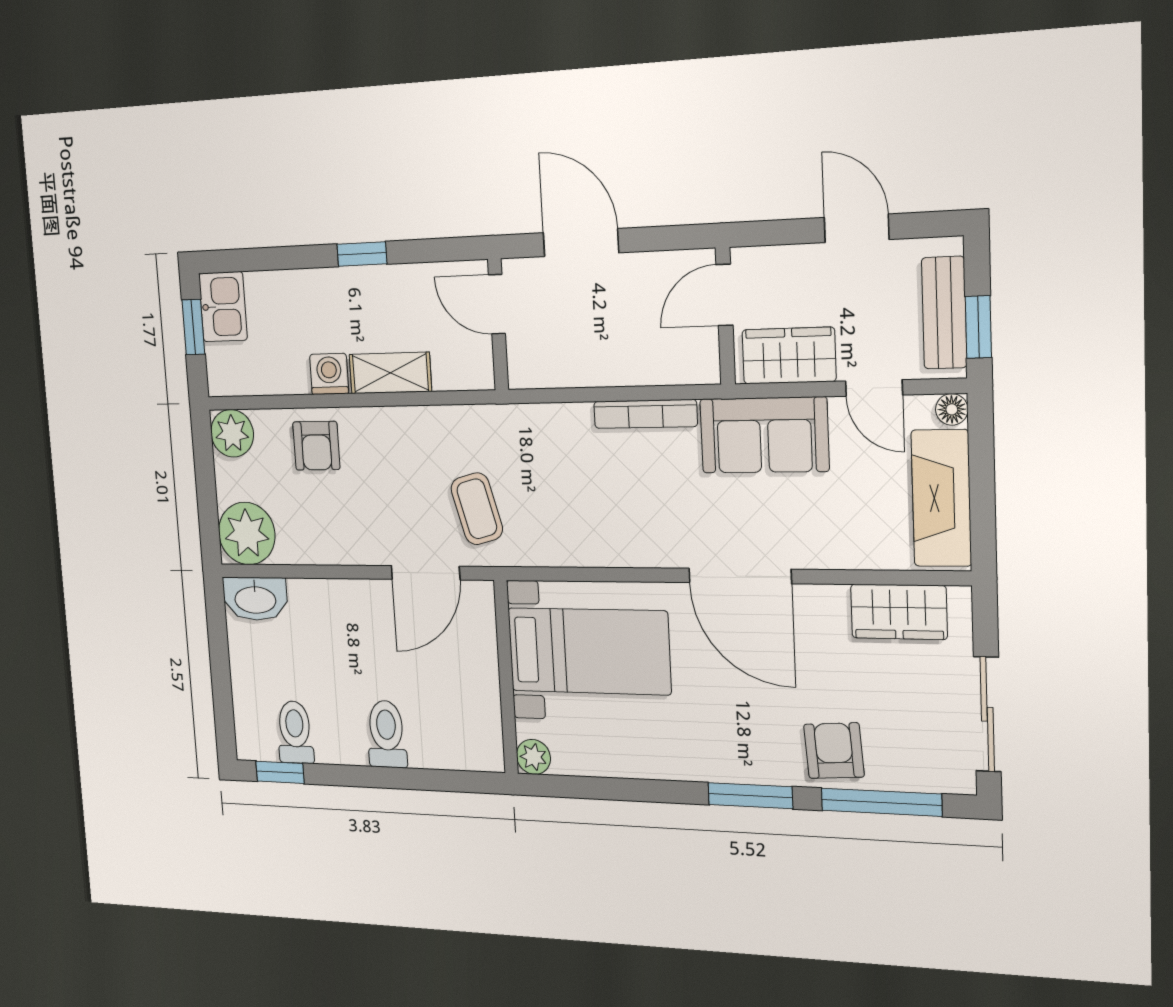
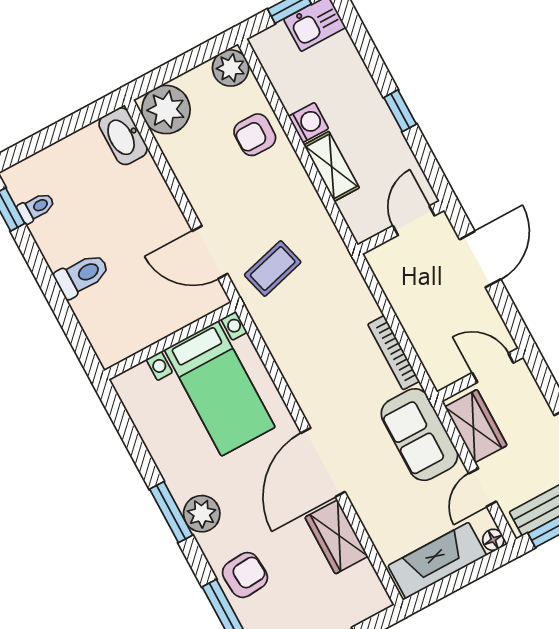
wardrobe: (899, 612) -> (336, 537), moved
toilet: (295, 732) -> (36, 208), width x0.73, depth x0.72
plant: (533, 757) -> (202, 514), moved, width x1.38, depth x1.38
window: (750, 796) -> (171, 512), moved

